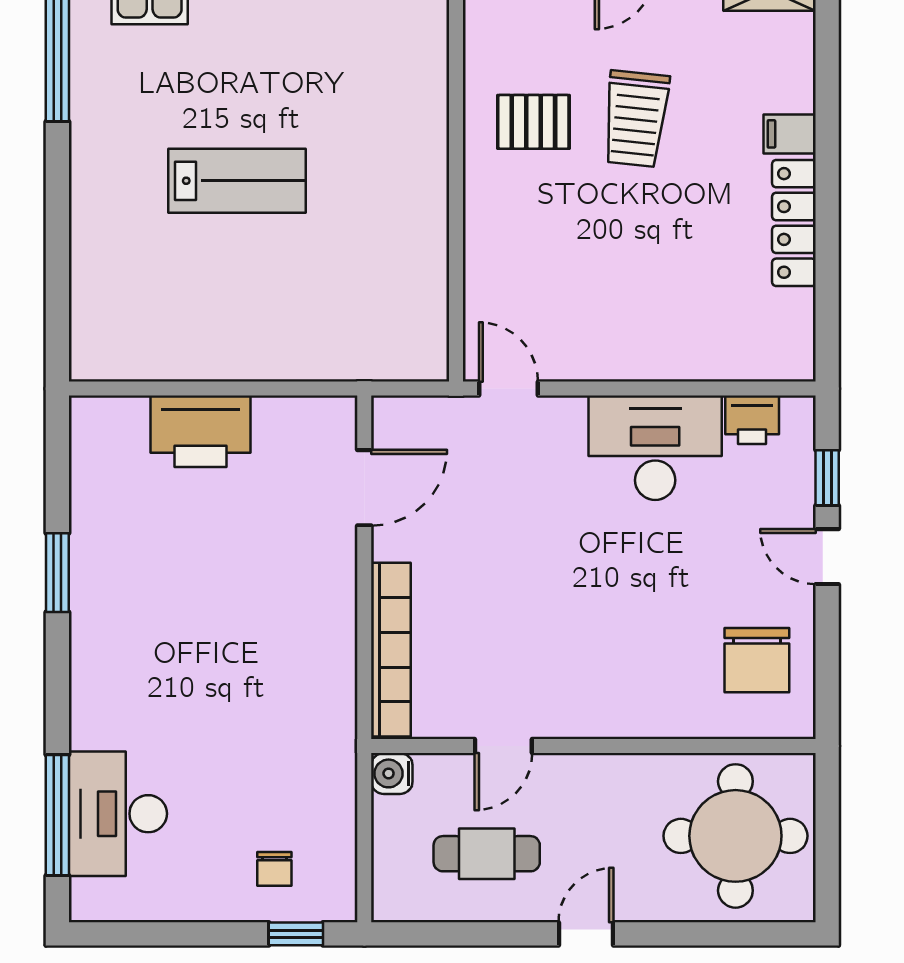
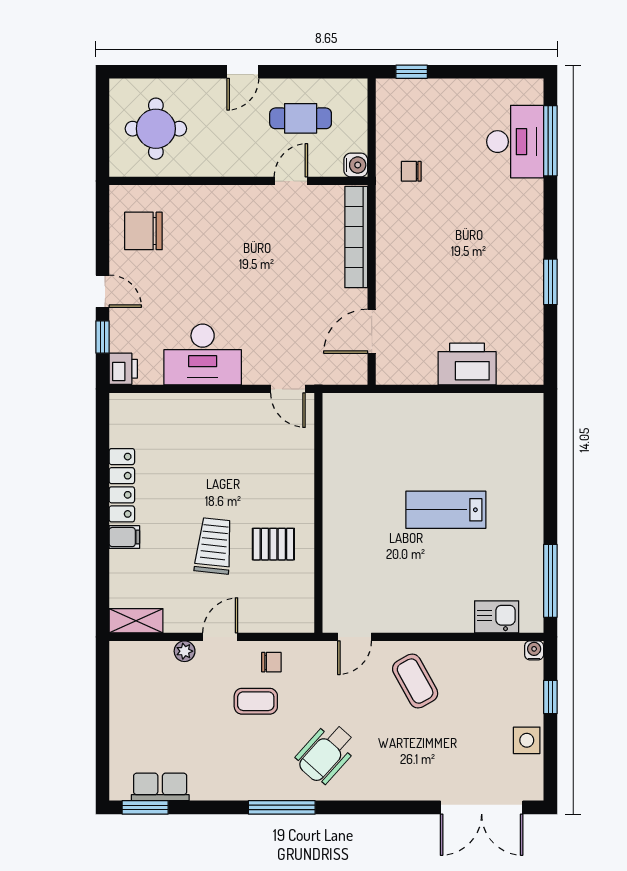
printer: (752, 420) -> (123, 369), moved, turned 90
chair: (757, 660) -> (143, 231), turned -90
round table: (735, 836) -> (156, 129), width x0.73, depth x0.73
chair: (274, 869) -> (411, 171), moved, turned -90

